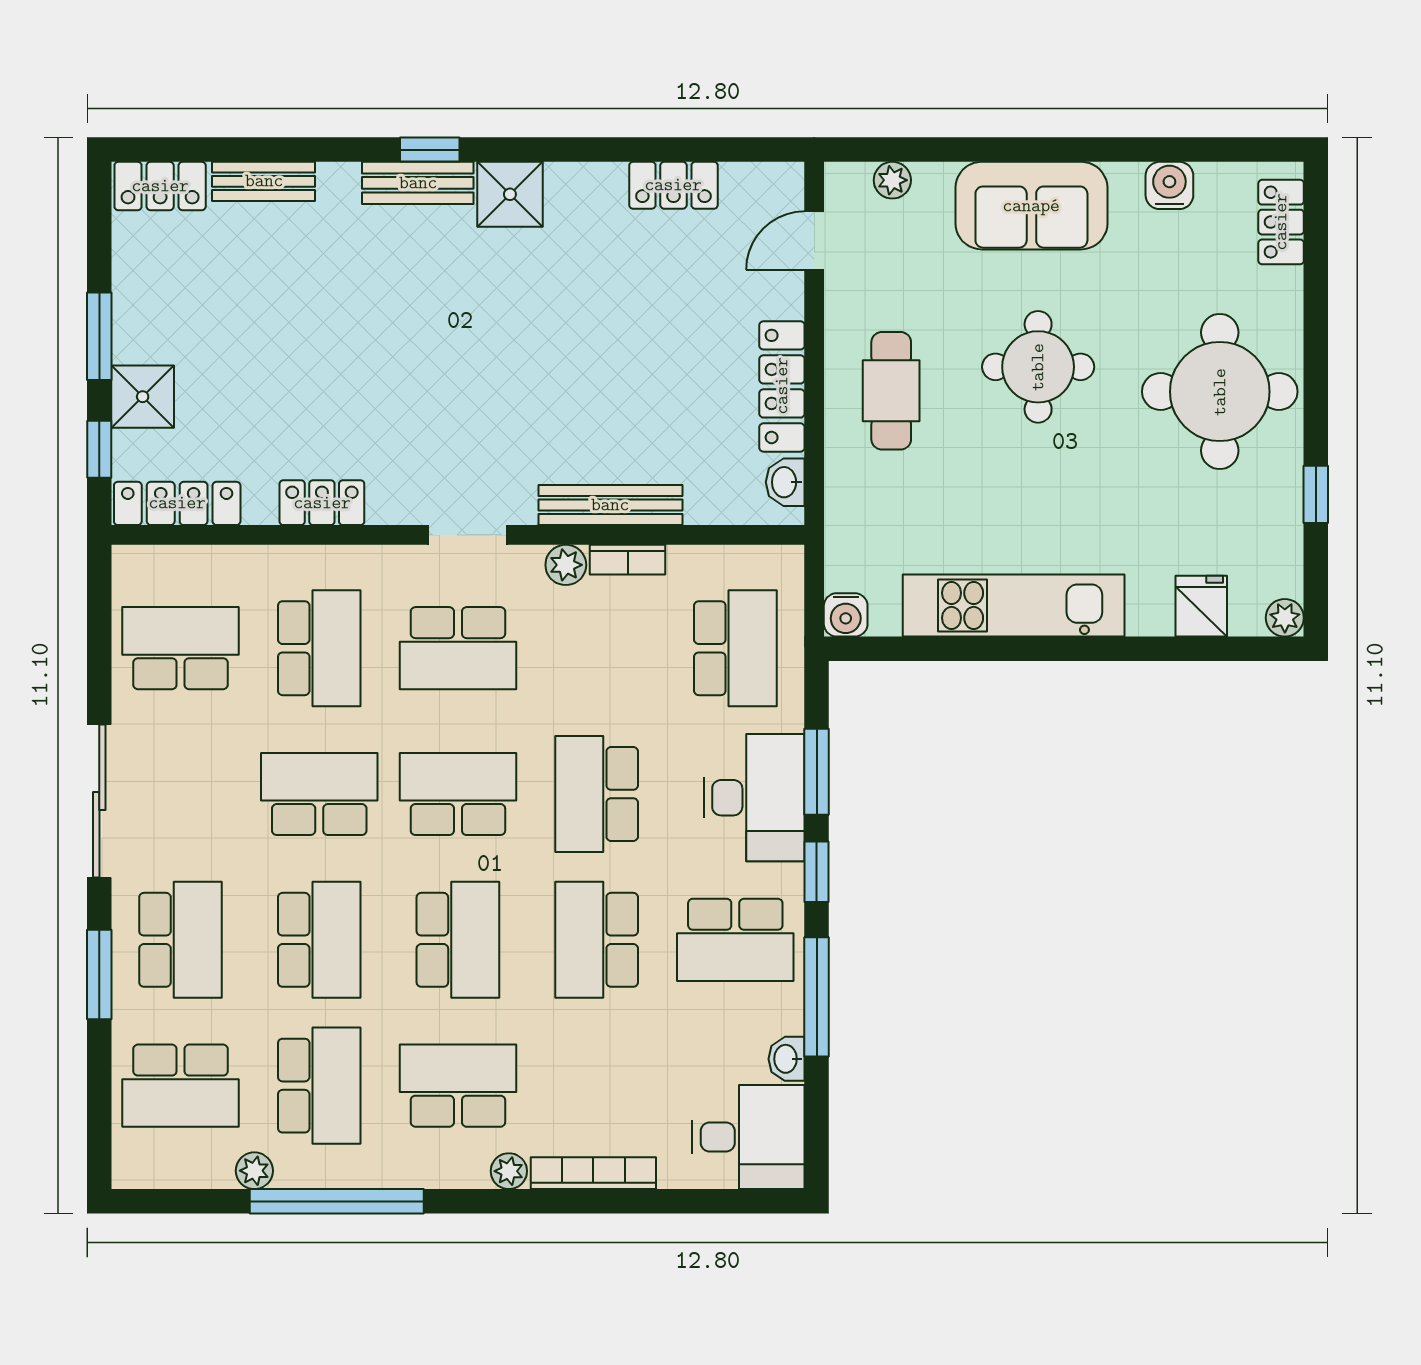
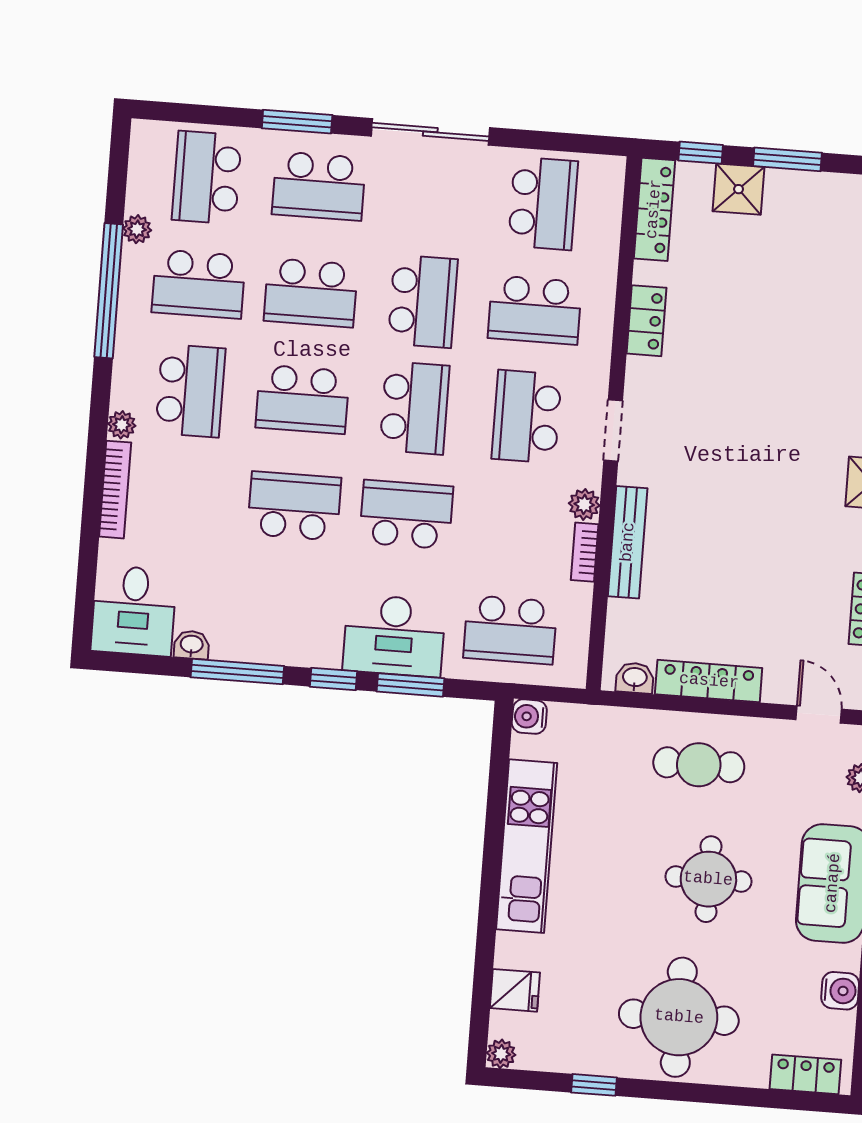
school desk: (735, 940) -> (286, 613), removed

